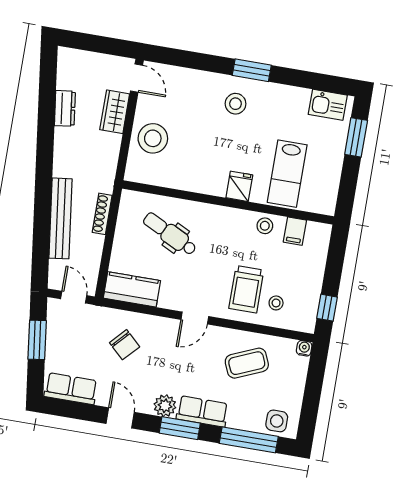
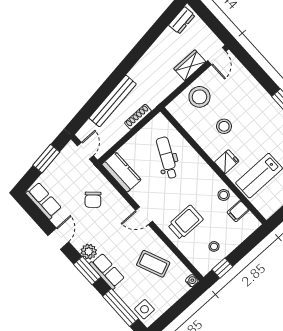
stool: (236, 104) -> (224, 126), moved
dresser: (65, 108) -> (182, 20), moved
trolley: (246, 289) -> (185, 222), turned 180
stool: (276, 303) -> (214, 246), moved

